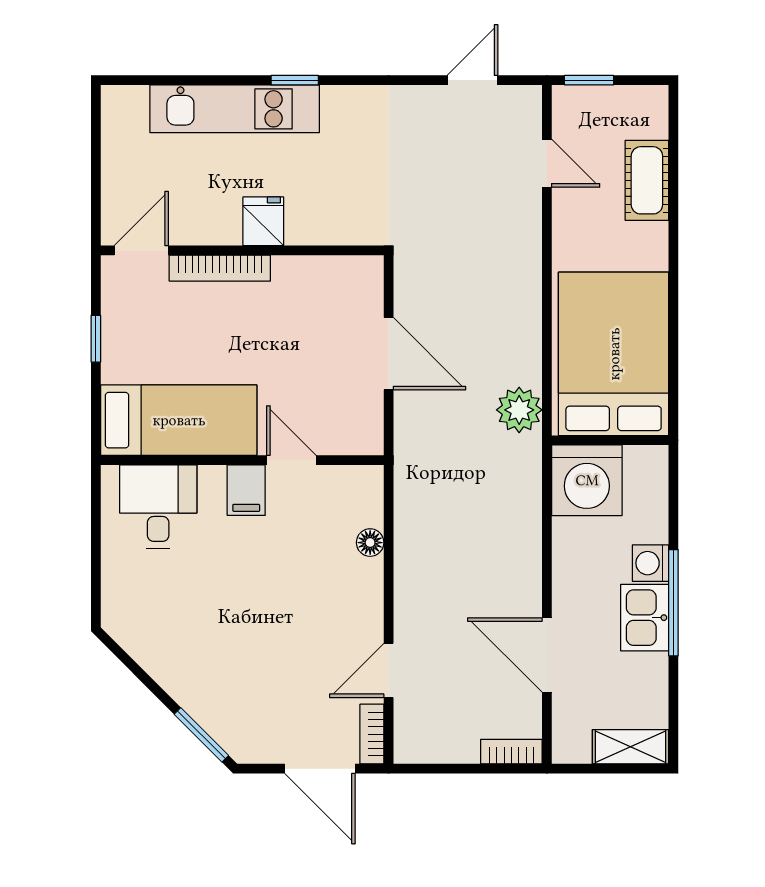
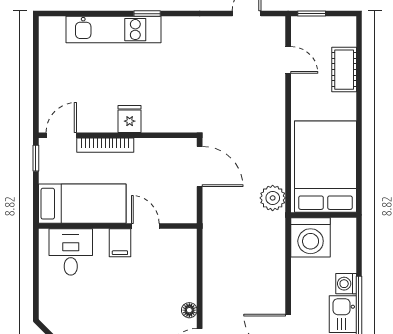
fridge: (263, 221) -> (130, 119), moved
door: (141, 250) -> (61, 135), moved
wall: (242, 250) -> (118, 135), moved
bookcase: (220, 268) -> (105, 145), moved
floor lamp: (370, 543) -> (189, 310), moved

